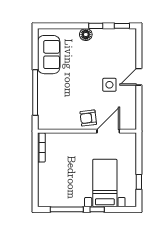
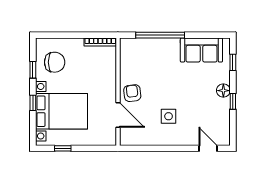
window: (122, 26) -> (233, 62), moved
door: (139, 77) -> (208, 148), moved
bed with nightstands: (105, 183) -> (61, 111), width x1.36
chair: (60, 189) -> (55, 62), added
window: (67, 209) -> (33, 70), width x0.46

